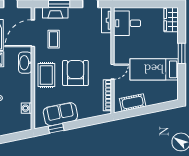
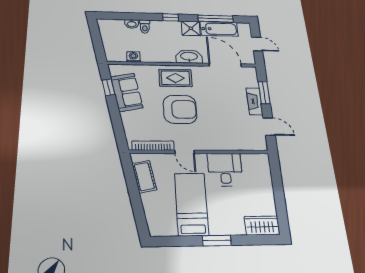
fireplace: (55, 13) -> (254, 101), moved
tv unit: (106, 20) -> (251, 145), removed
desk: (127, 23) -> (225, 169), moved
coffee table: (54, 39) -> (220, 86), removed

